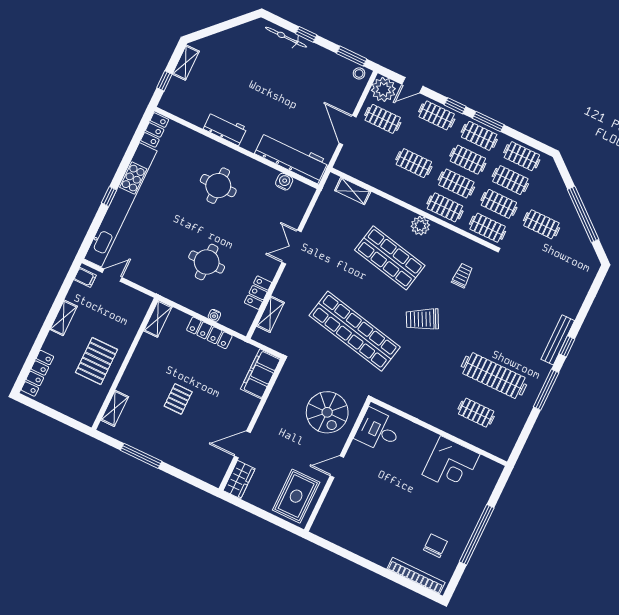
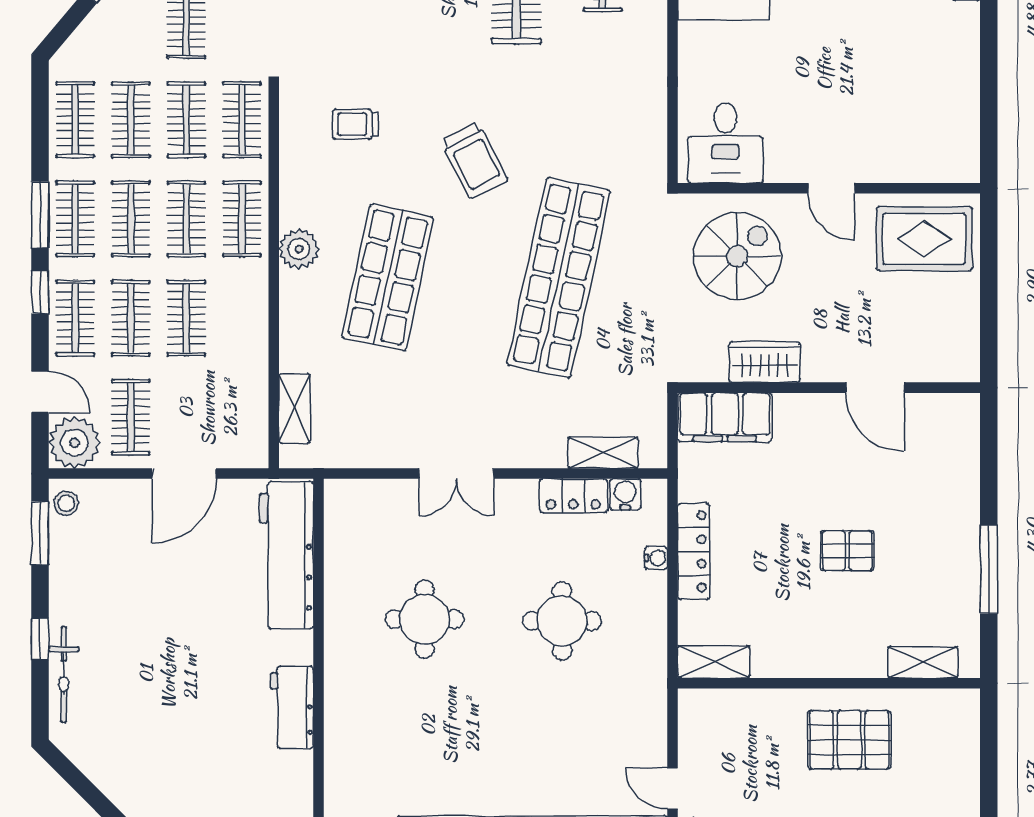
clothes rail: (425, 139) -> (131, 318), added
water cooler: (284, 182) -> (625, 494), moved, turned 90
round table: (218, 186) -> (424, 619), moved
wardrobe: (239, 480) -> (765, 362), moved

